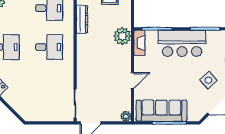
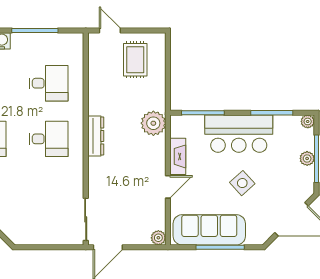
dresser: (82, 19) -> (96, 136), moved
fireplace: (139, 43) -> (178, 156), moved
side table: (208, 80) -> (242, 183), moved

